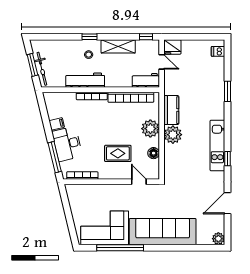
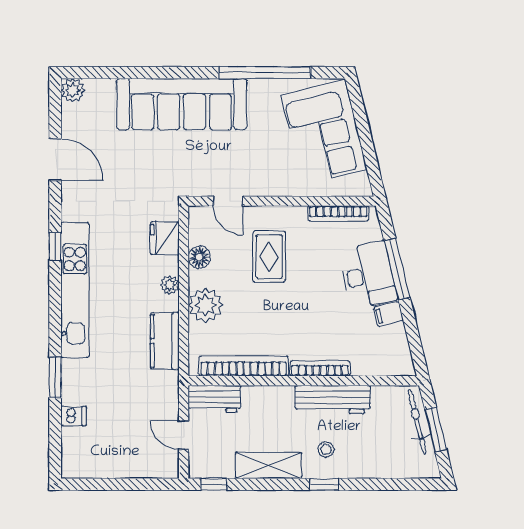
fridge: (172, 47) -> (165, 238), moved, turned -90
dishwasher: (218, 51) -> (74, 416), moved
plant: (173, 135) -> (170, 285), width x0.53, depth x0.53
kitchen unit: (217, 145) -> (75, 290), width x1.36
rug: (118, 153) -> (269, 257), turned 90
window: (55, 157) -> (397, 269), moved
door: (227, 203) -> (55, 160), hinge flipped
corner sofa: (105, 228) -> (324, 132), moved, turned 76

